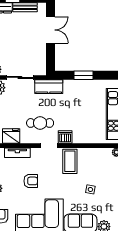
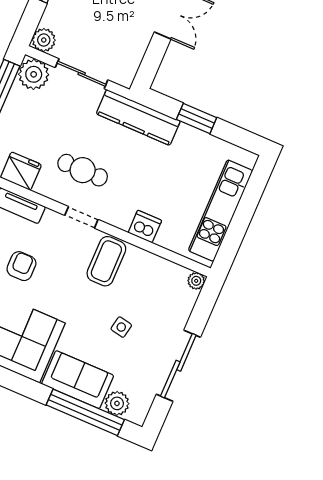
kitchen counter: (49, 87) -> (138, 117), width x1.50
dishwasher: (65, 137) -> (145, 227), moved
armchair: (31, 181) -> (21, 266), turned -90

